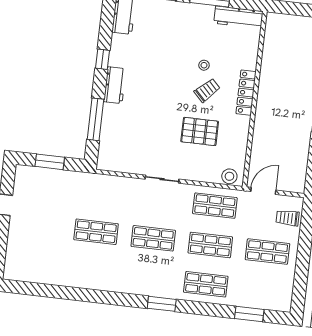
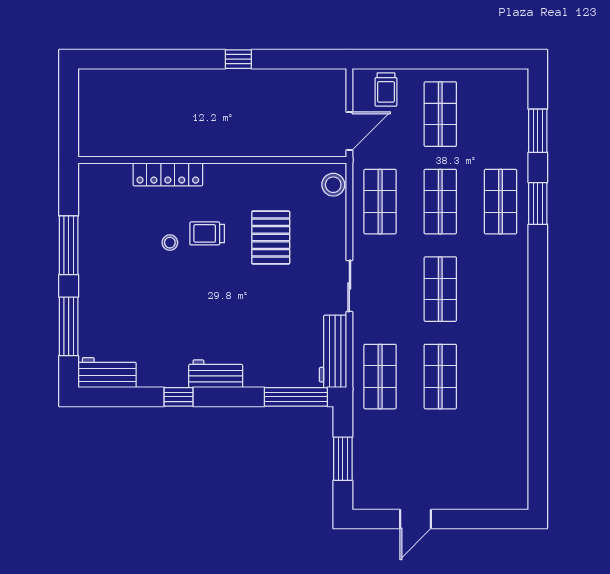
workbench: (238, 17) -> (333, 351), moved, turned 180
trolley: (207, 90) -> (207, 233), turned -46
locker: (246, 93) -> (168, 174), moved
window: (96, 119) -> (296, 397), moved
door: (263, 191) -> (349, 131), swing flipped
shop shelf: (101, 192) -> (380, 377), added
window: (162, 304) -> (538, 204), moved

